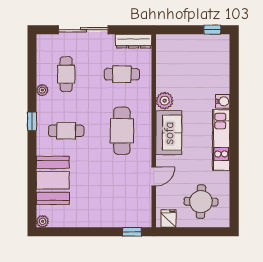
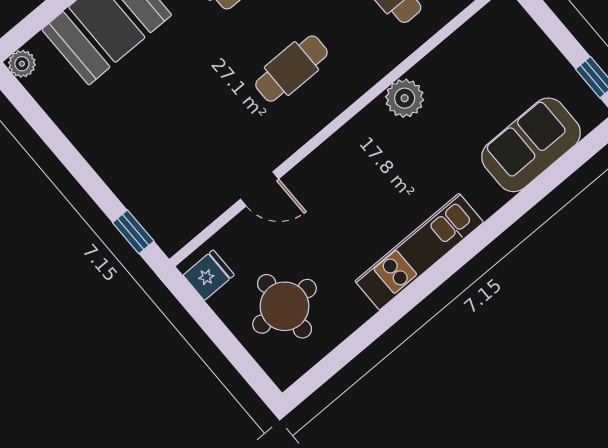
water cooler: (223, 101) -> (488, 199), removed
cafe table: (122, 131) -> (291, 69), width x0.73, depth x0.74
sofa: (169, 133) -> (531, 145), moved, turned 180

